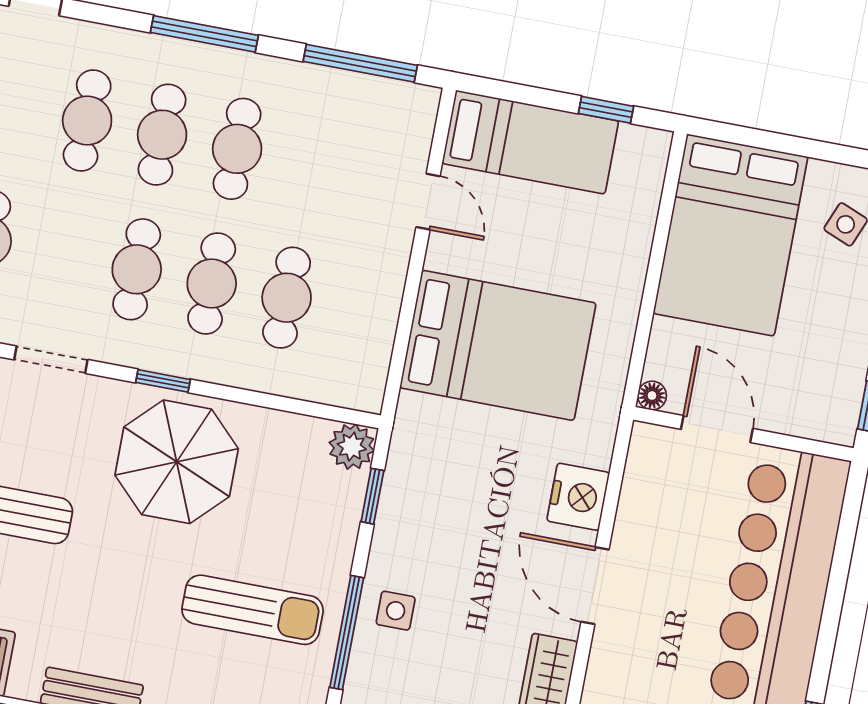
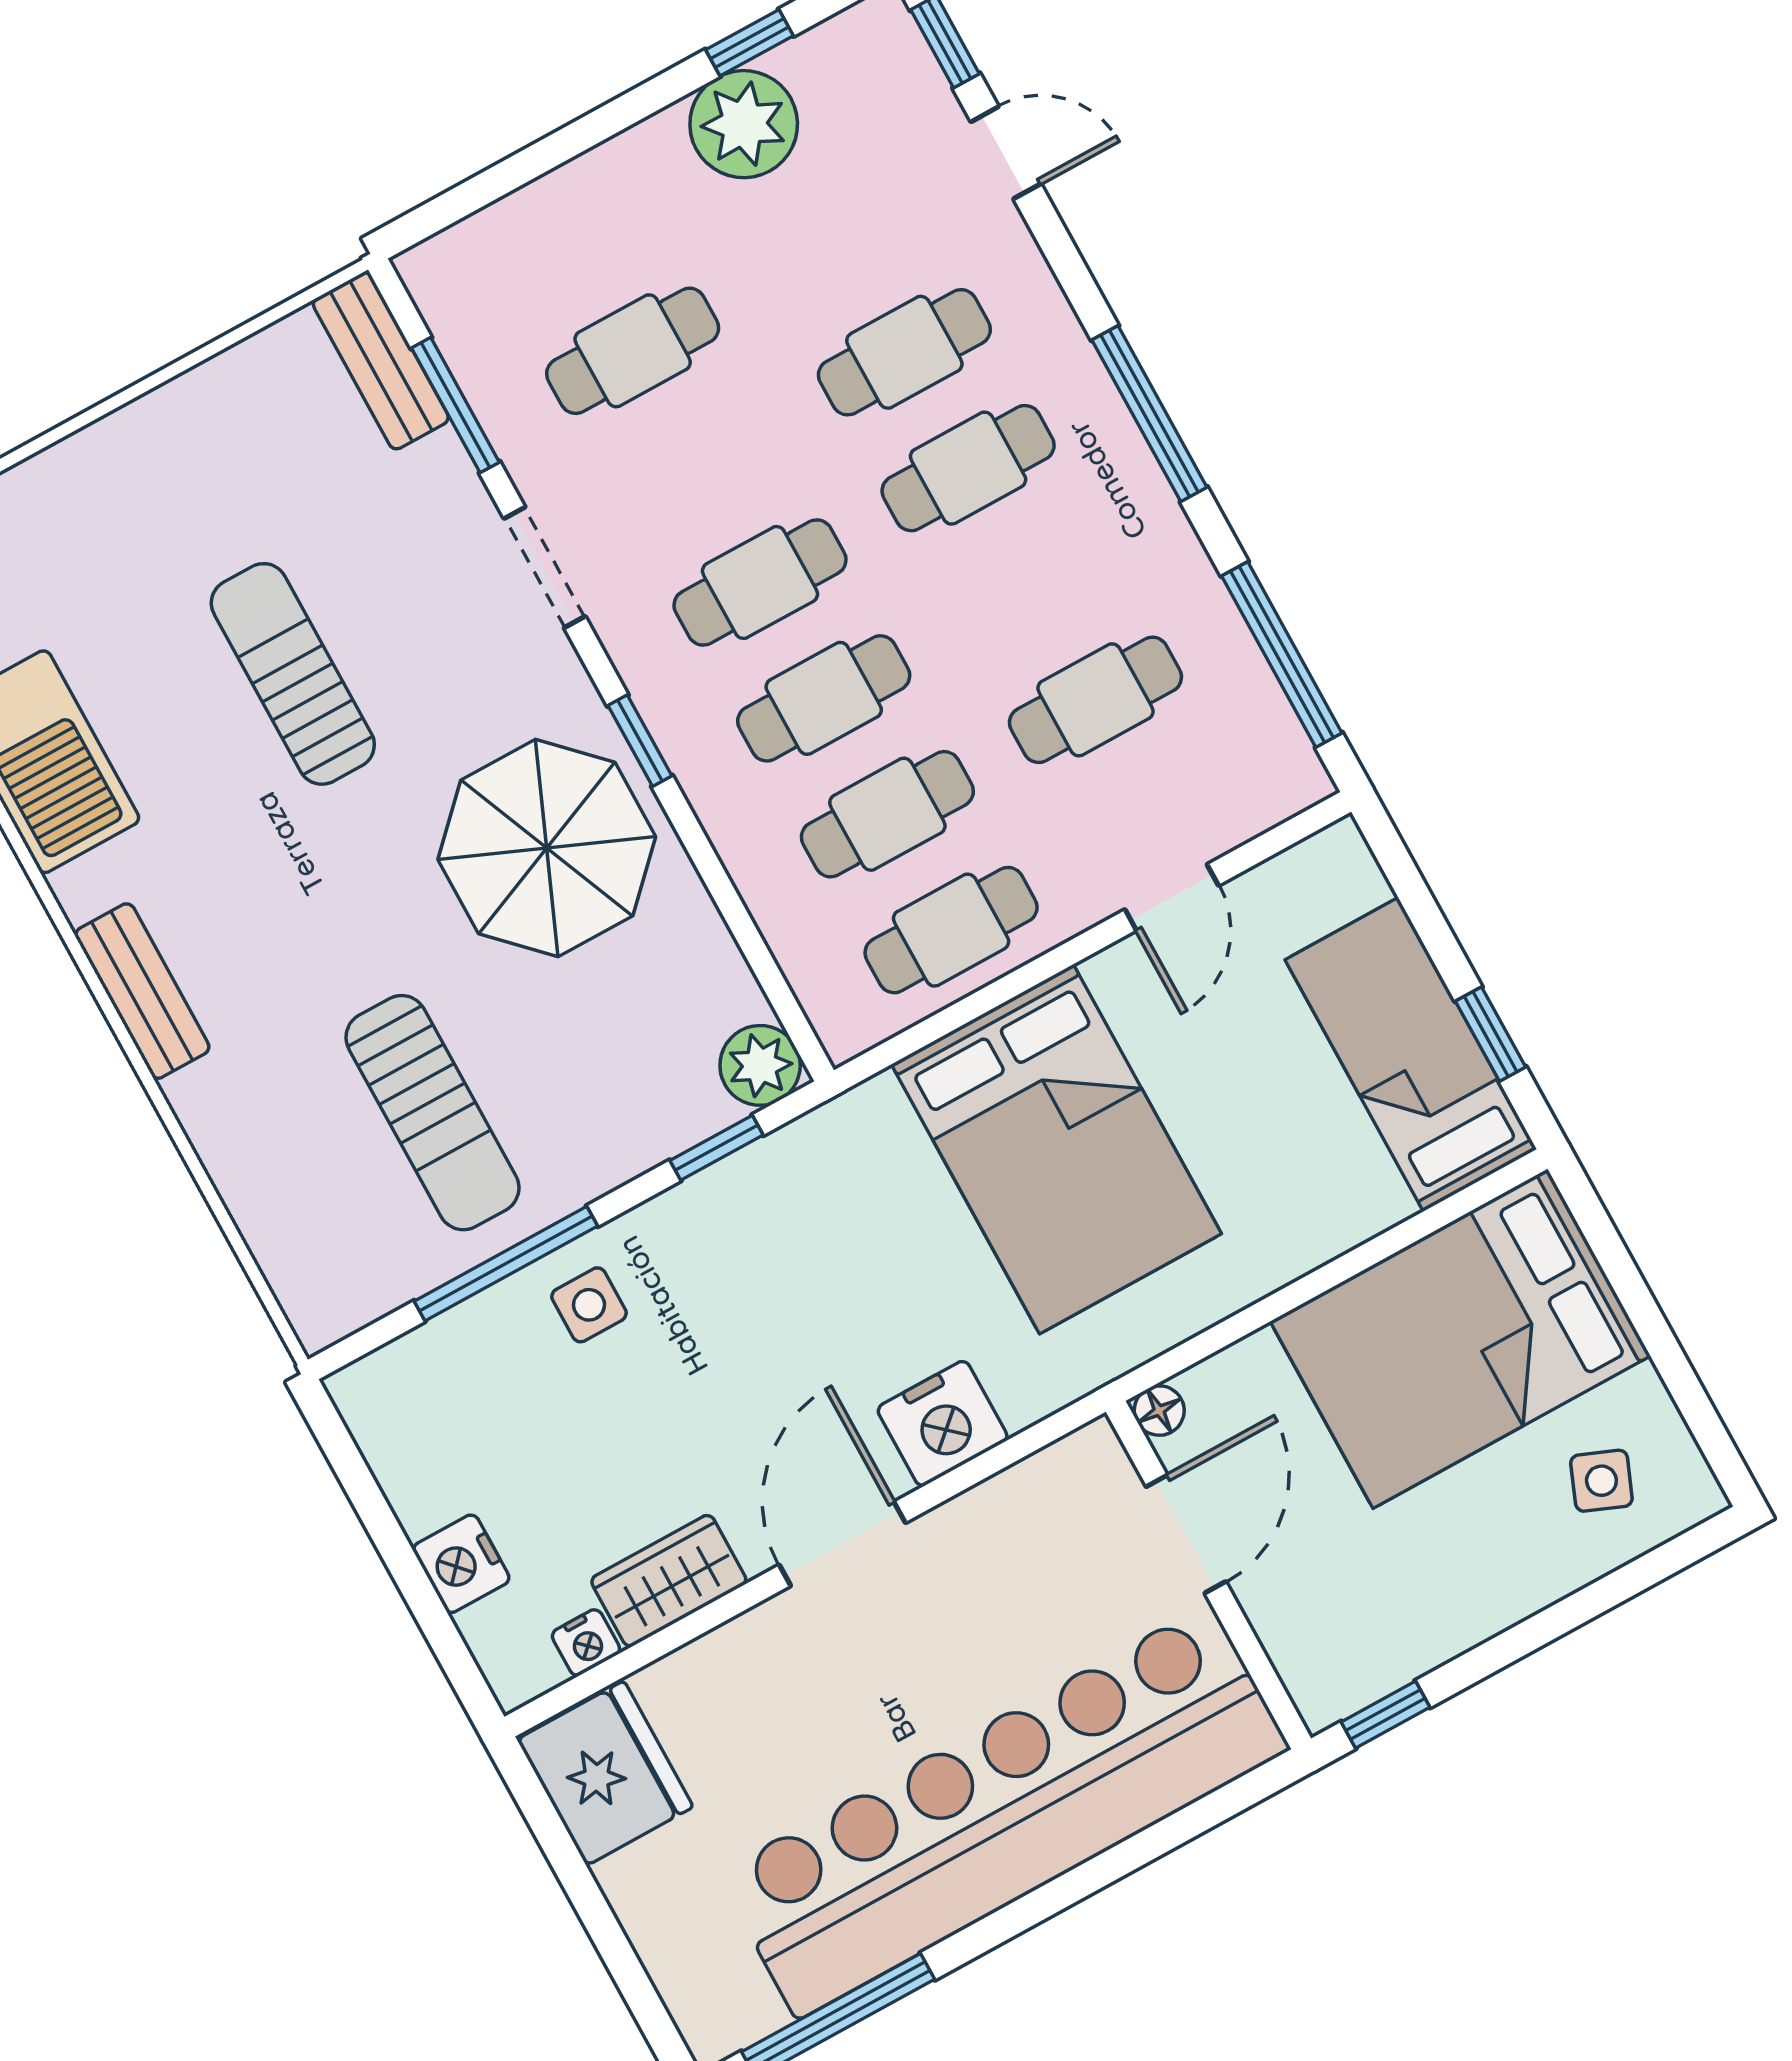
bed: (530, 142) -> (1411, 1054), moved, turned 180
cafe table: (237, 149) -> (1095, 700), moved
cafe table: (362, 312) -> (951, 930), added

